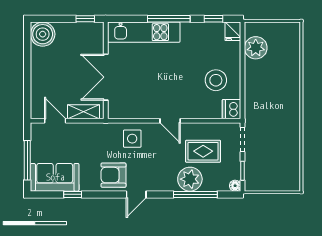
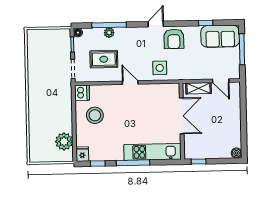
boiler: (43, 34) -> (236, 153), width x0.54, depth x0.54
armchair: (113, 175) -> (174, 39), turned 90
plant: (190, 179) -> (109, 33), width x0.53, depth x0.53

